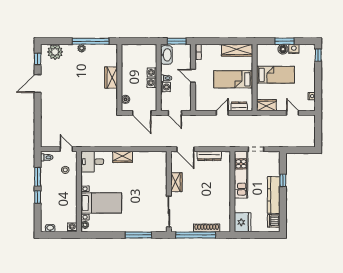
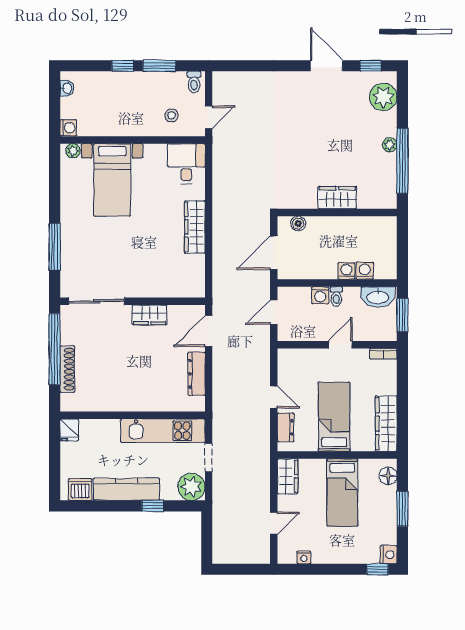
floor lamp: (283, 49) -> (388, 476), moved
nightstand: (294, 49) -> (389, 555), moved
washing machine: (152, 83) -> (365, 271), moved
wardrobe: (123, 157) -> (195, 227), width x1.50
plant: (272, 159) -> (191, 487), added
fridge: (243, 222) -> (69, 430), width x0.53, depth x0.75

